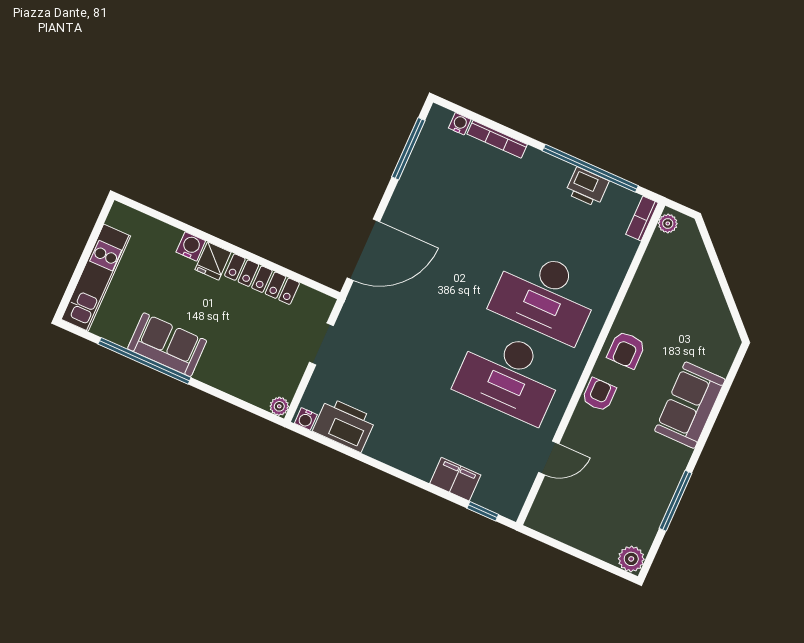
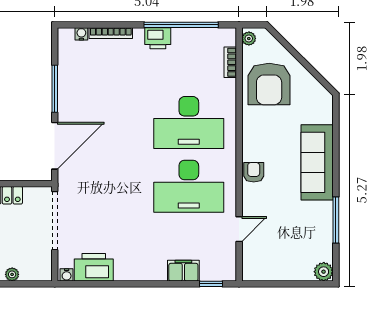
window: (408, 149) -> (55, 89), moved
printer: (587, 187) -> (158, 38), moved
bookcase: (642, 218) -> (230, 62), moved
doorway: (321, 344) -> (55, 221), width x1.88
armchair: (626, 350) -> (269, 84), moved, width x1.88, depth x1.88
sofa: (690, 405) -> (317, 162), width x1.36
plant: (279, 406) -> (12, 274), moved

